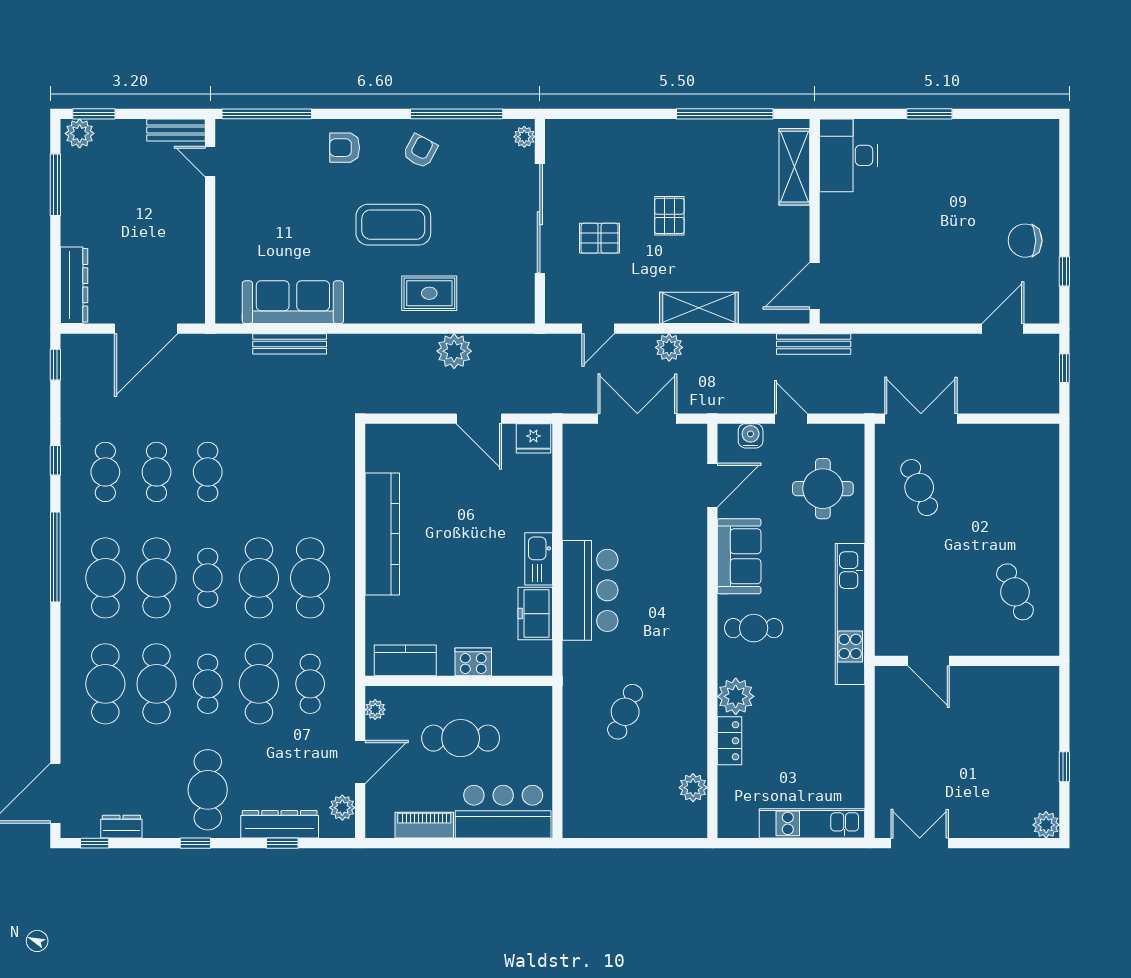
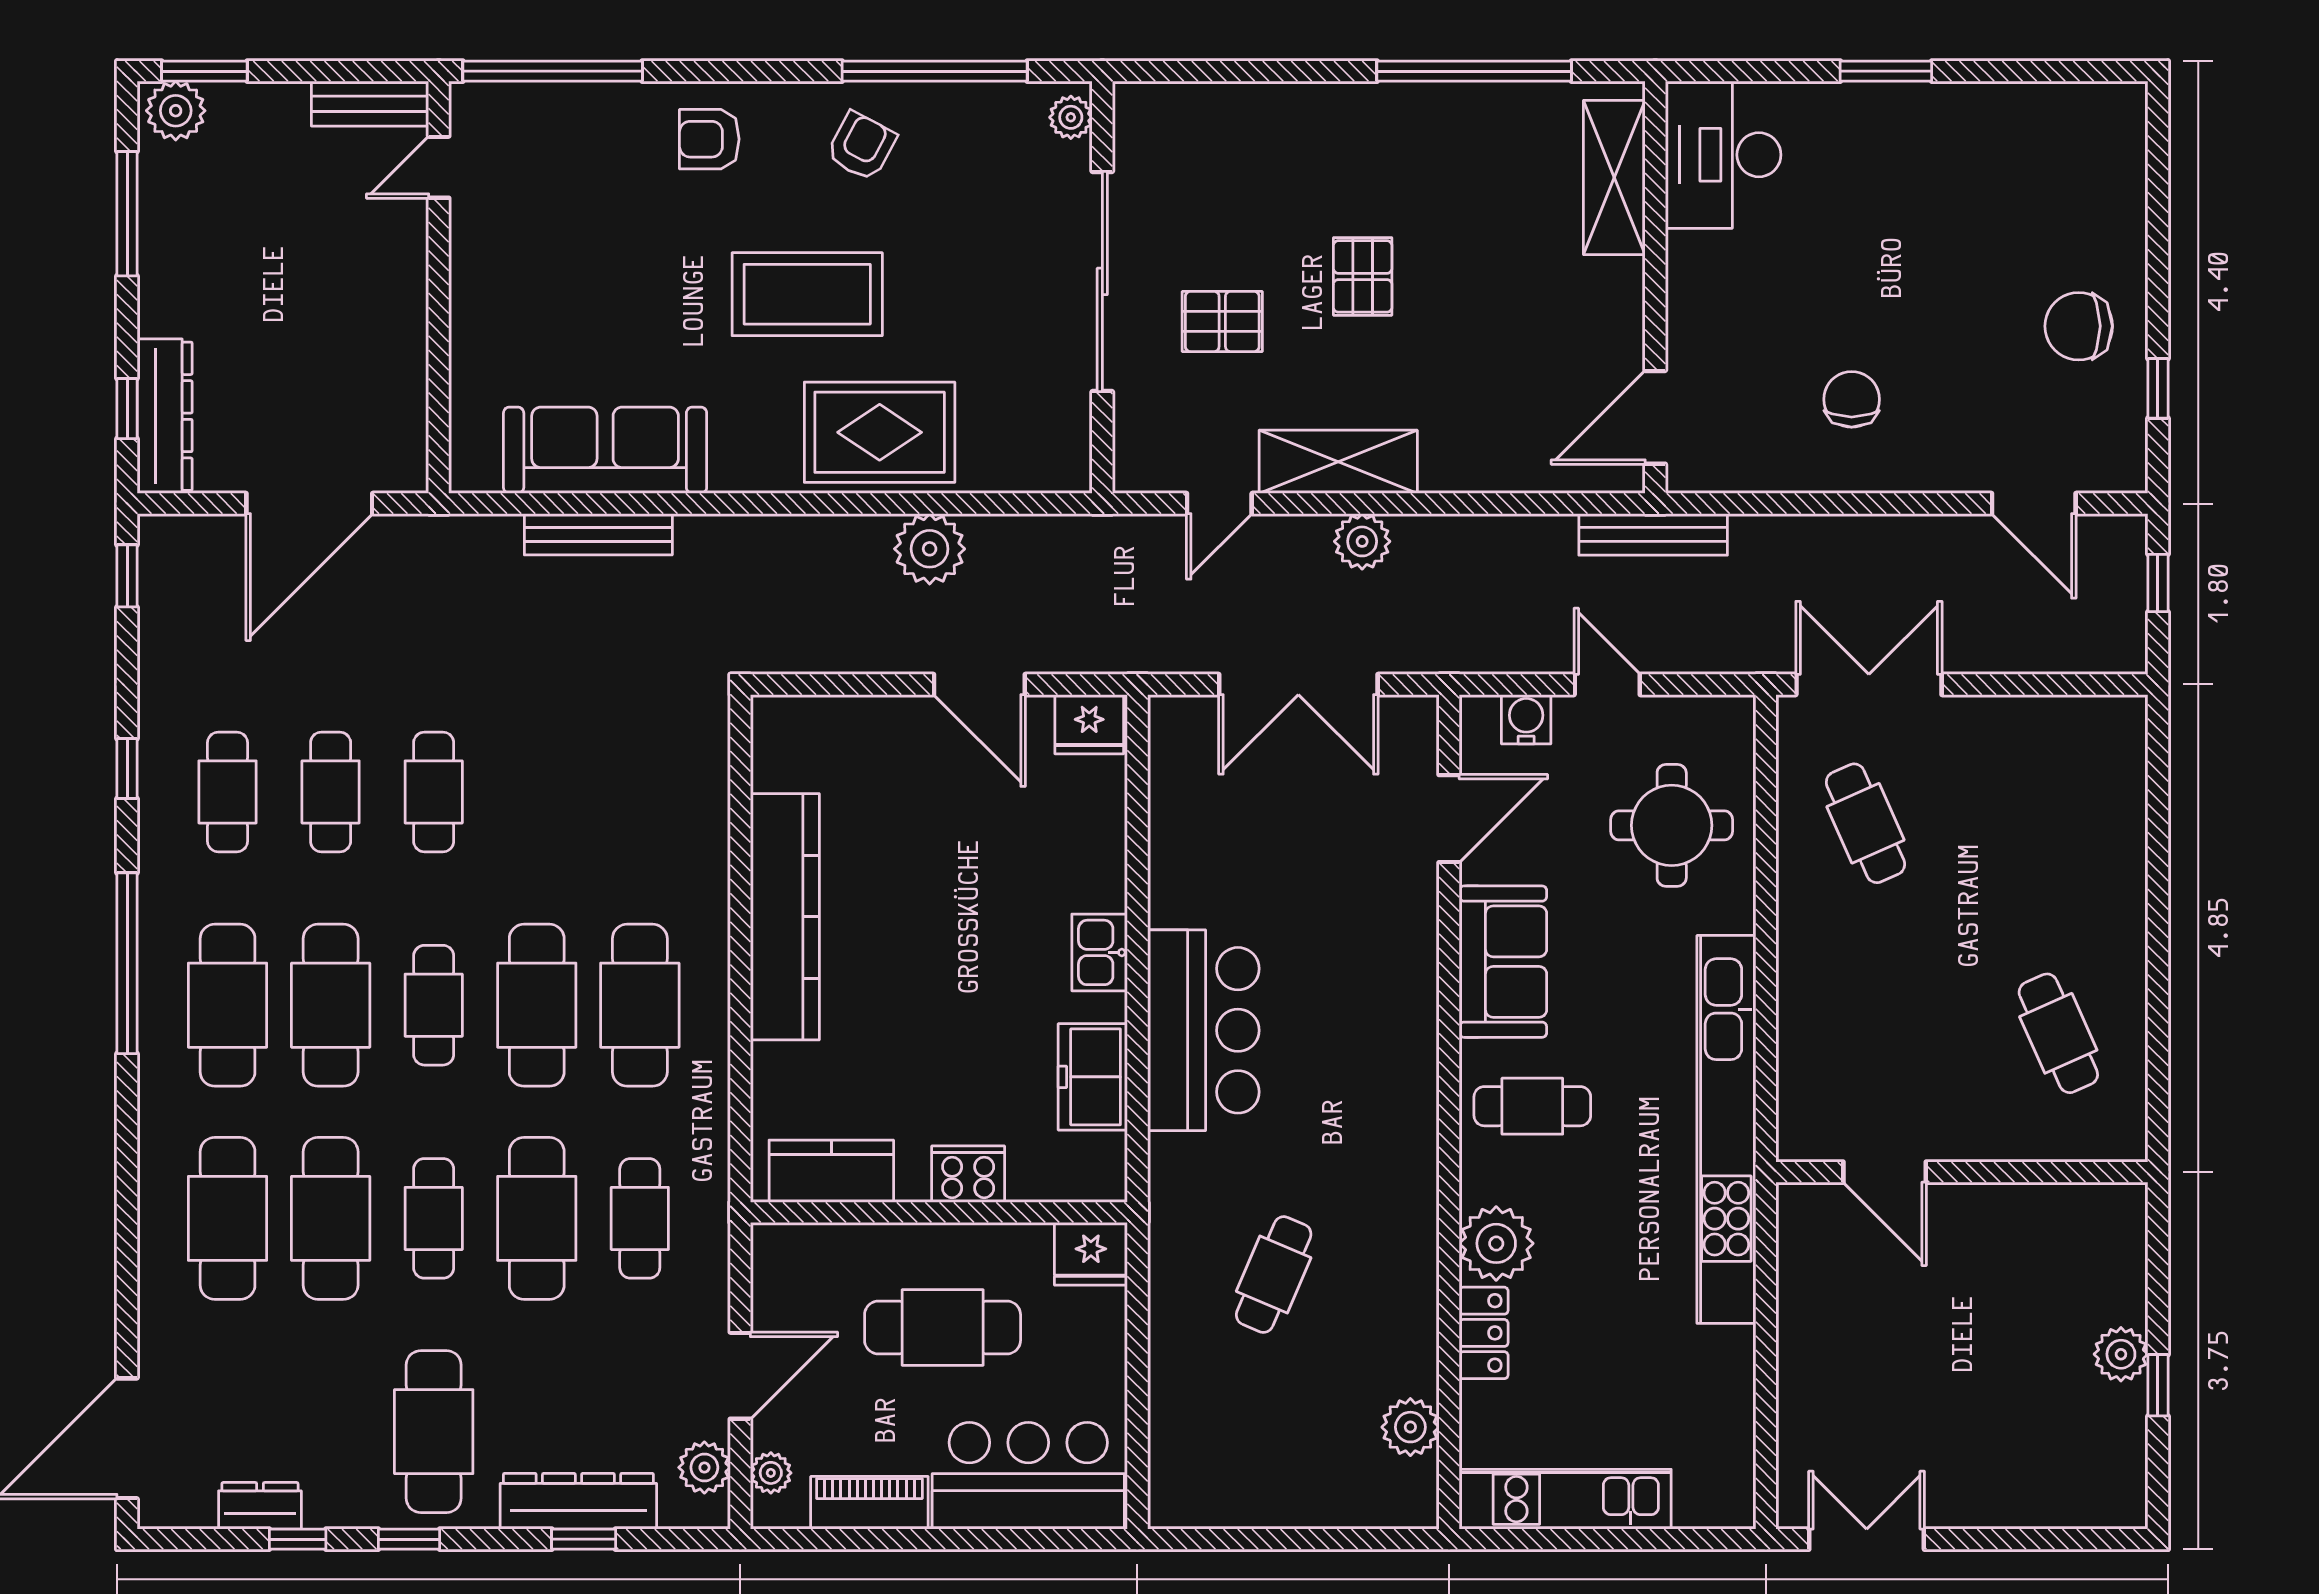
door: (210, 162) -> (439, 167), hinge flipped
chair: (912, 277) -> (1852, 399), added
window: (55, 281) -> (127, 409), added
rug: (429, 293) -> (880, 432), width x1.36, depth x1.43
shelving: (699, 308) -> (1338, 462), moved
door: (1003, 329) -> (2034, 504), swing flipped
double door: (637, 419) -> (1298, 684), swing flipped
kitchen sink: (539, 559) -> (1100, 952), width x0.73
kitchen unit: (850, 614) -> (1726, 1129), width x1.36
fridge: (534, 701) -> (1091, 1254), added
plant: (375, 710) -> (771, 1473), moved
kitchen unit: (812, 823) -> (1565, 1499), moved
plant: (1046, 825) -> (2121, 1354), moved
window: (95, 843) -> (298, 1539), moved

